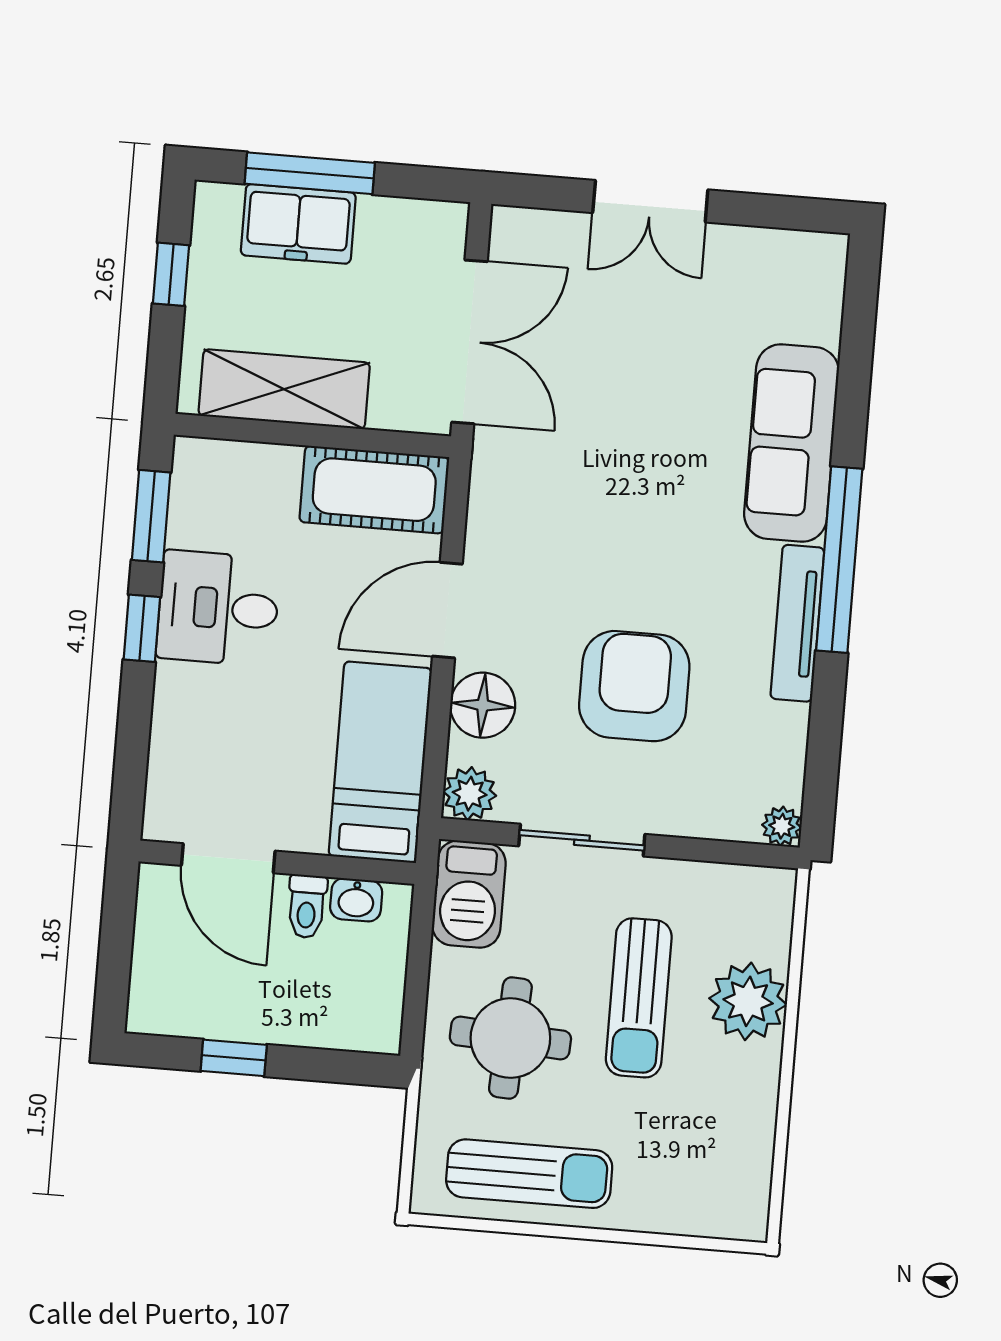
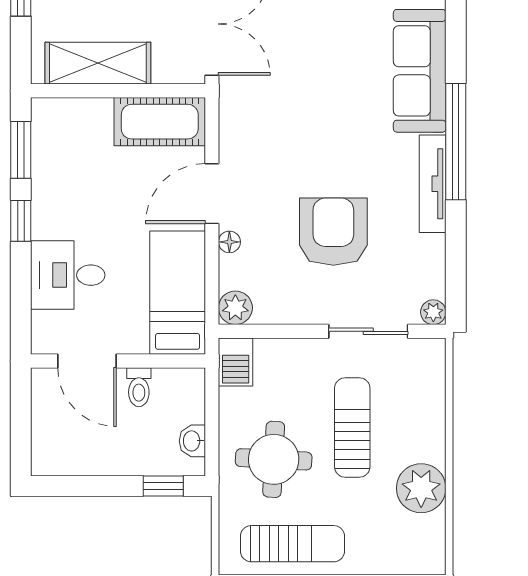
desk: (218, 608) -> (68, 275), moved
floor lamp: (483, 705) -> (229, 242), width x0.53, depth x0.53
sliding door: (582, 840) -> (368, 331), moved
barbecue: (469, 894) -> (236, 362), width x0.73, depth x0.79
washbasin: (356, 900) -> (192, 441), moved, turned 90
sun lounger: (639, 998) -> (352, 427), turned 180
plant: (748, 1001) -> (421, 488), moved
window: (234, 1058) -> (163, 486), moved

